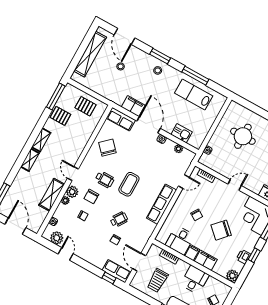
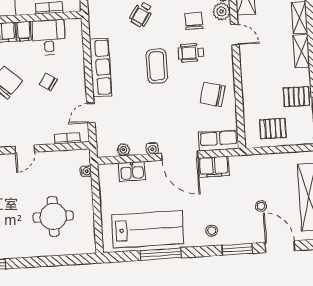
window: (160, 56) -> (237, 249), moved
lab bench: (194, 94) -> (148, 229), width x1.36, depth x1.39
chair: (107, 148) -> (213, 94), turned 147

